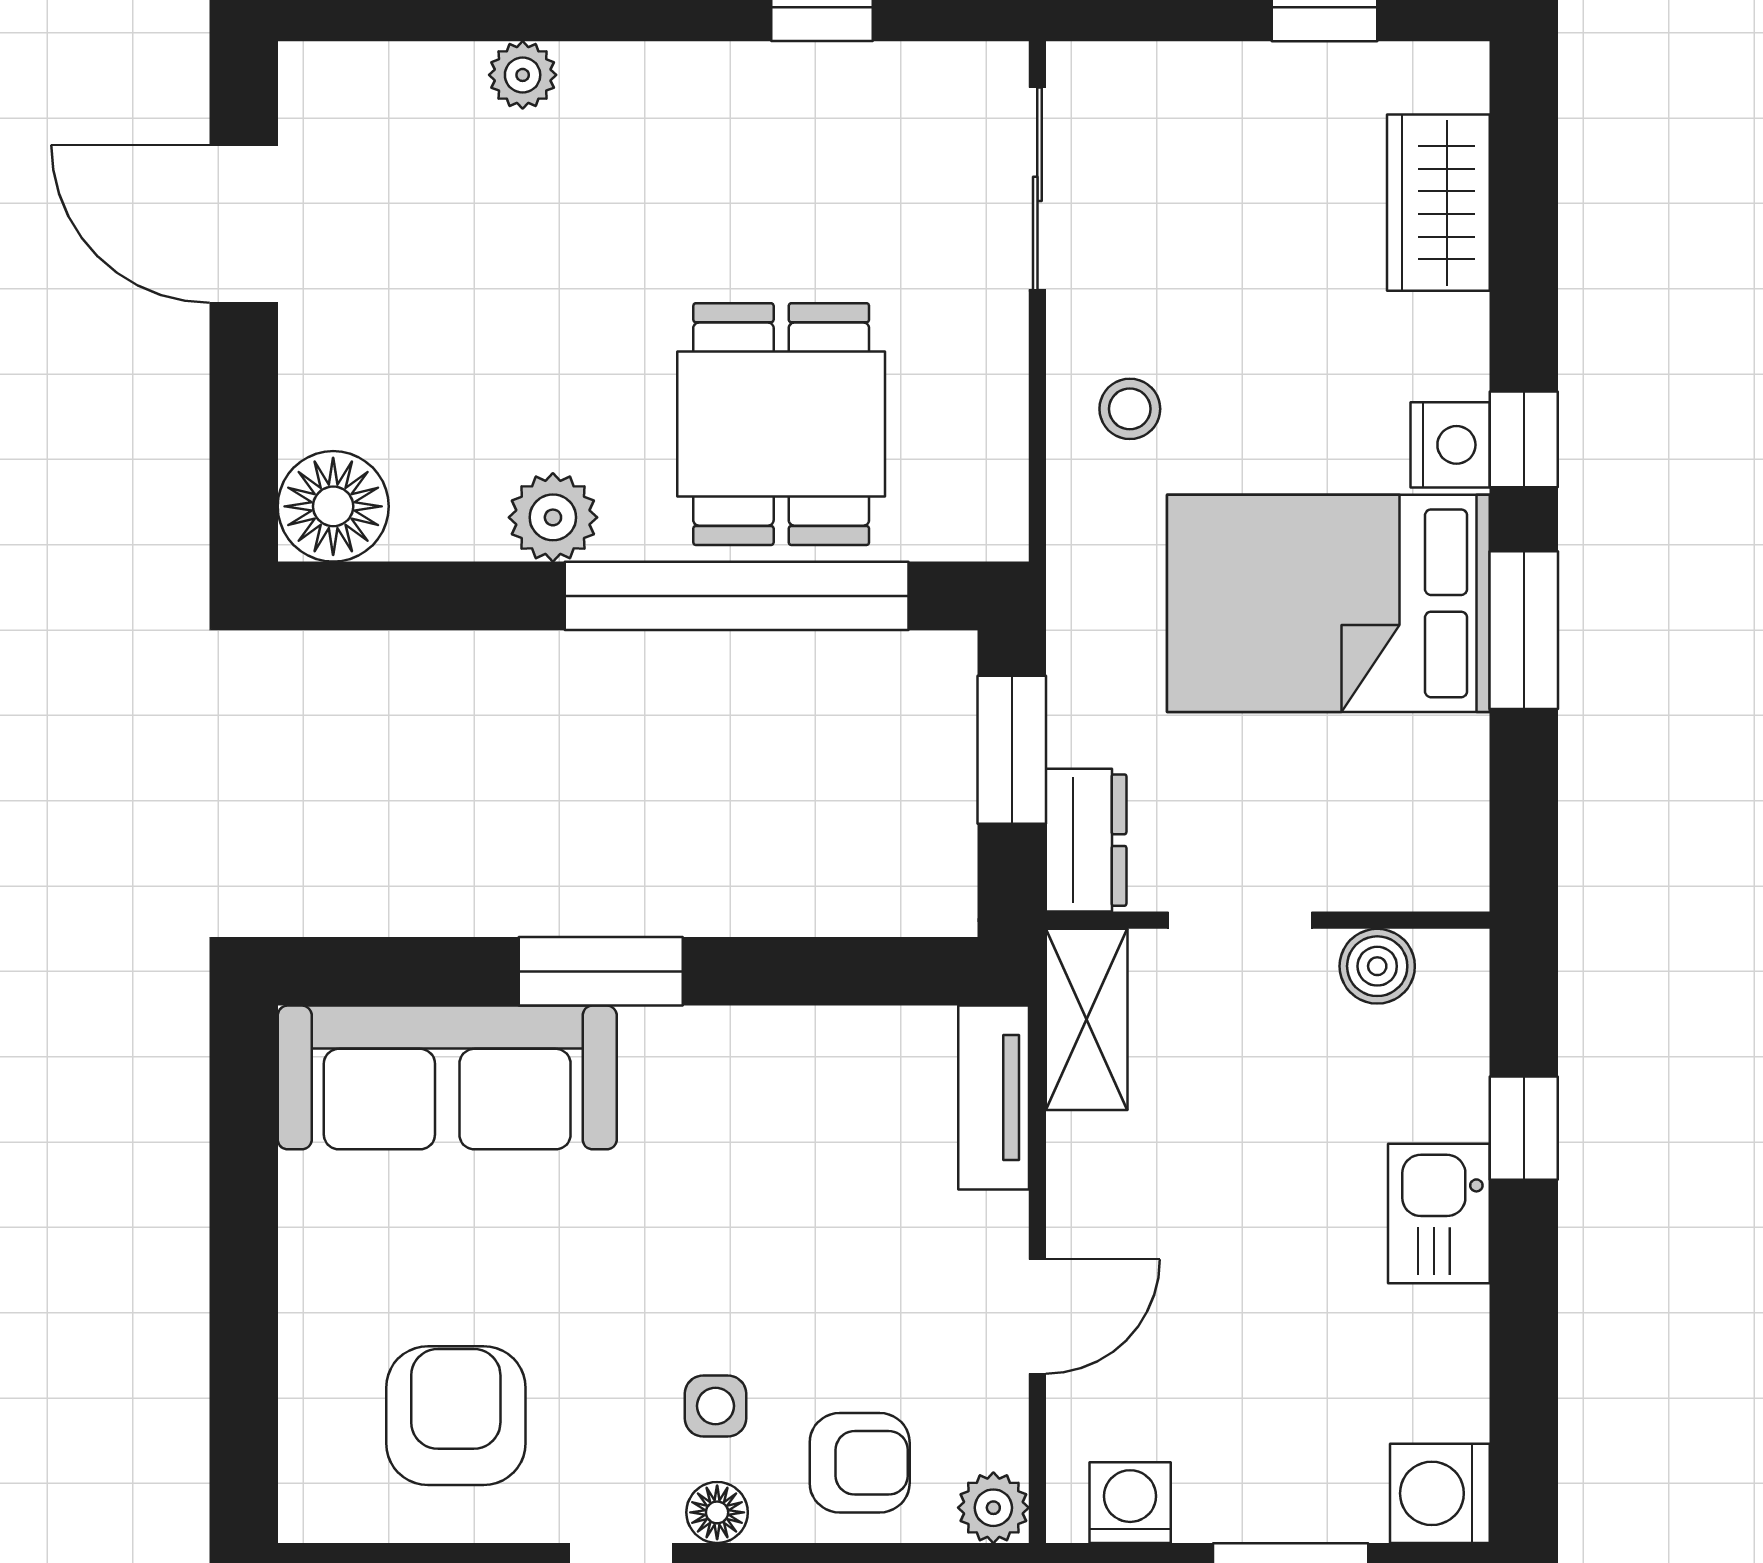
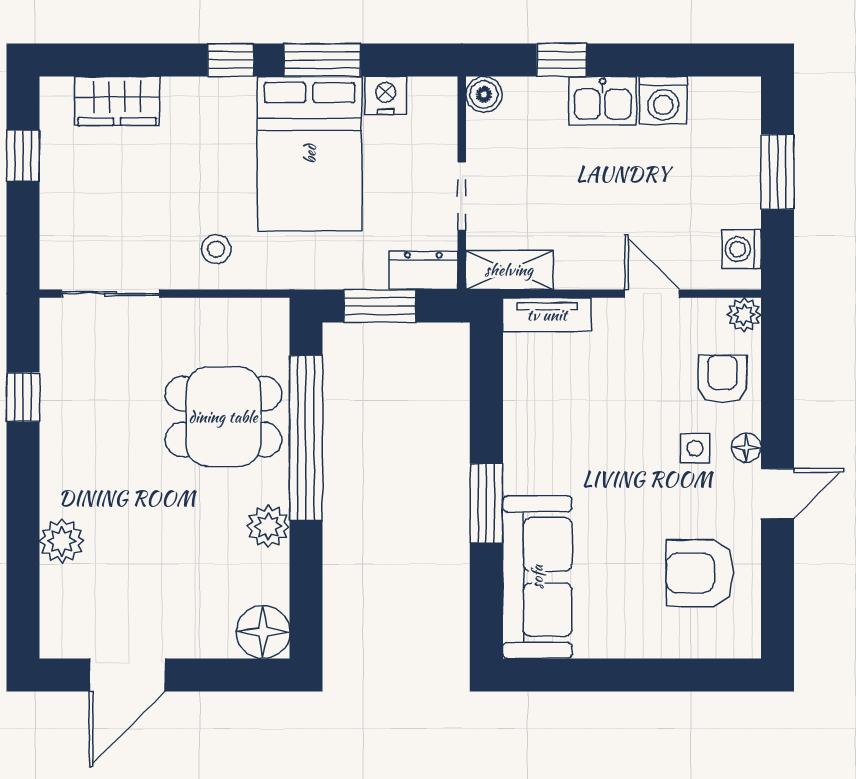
plant: (523, 75) -> (62, 541), width x1.38, depth x1.38
nightstand: (1450, 445) -> (386, 95), moved
boiler: (1377, 966) -> (484, 94), moved
washing machine: (1440, 1493) -> (663, 100), moved

